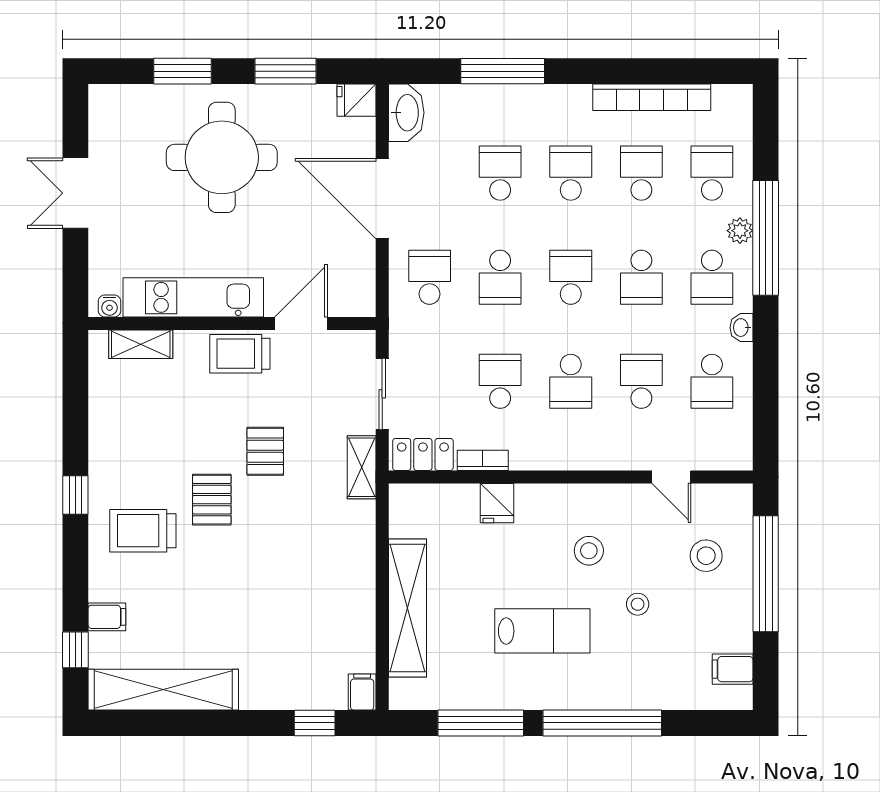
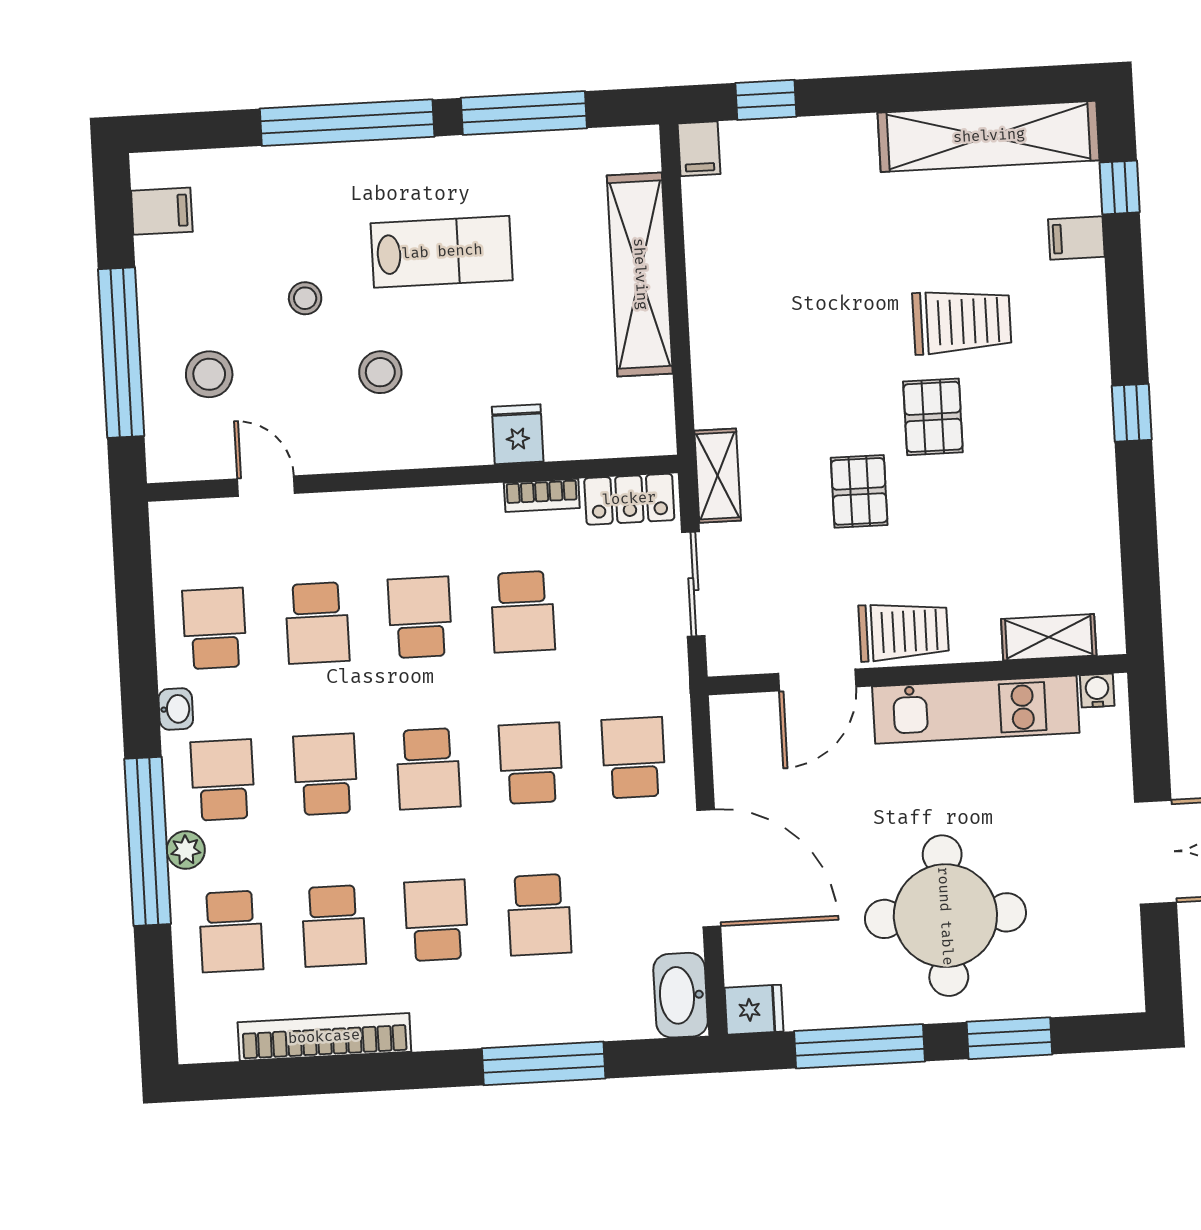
window: (286, 71) -> (859, 1046), width x1.44
school desk: (571, 173) -> (436, 920), turned 180
school desk: (430, 277) -> (634, 758), turned 180
trolley: (143, 531) -> (962, 322), moved
lab bench: (542, 631) -> (442, 252), turned 180

